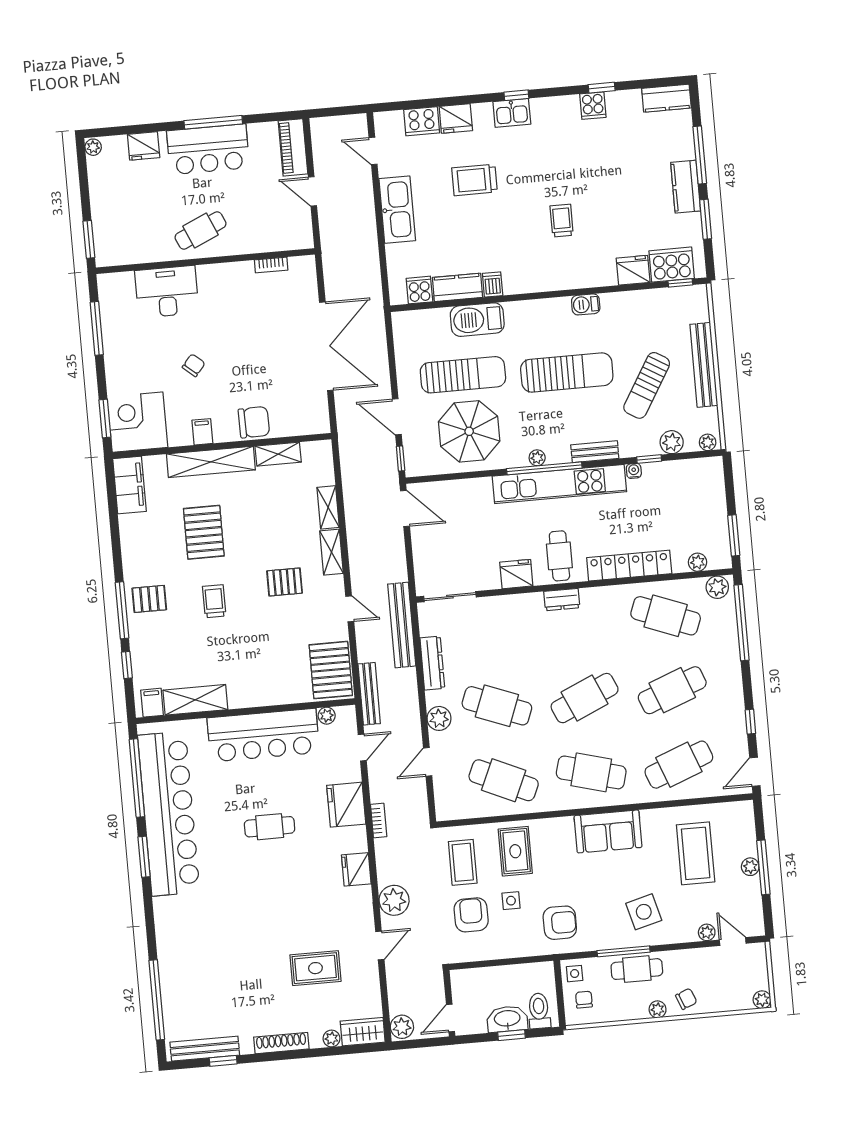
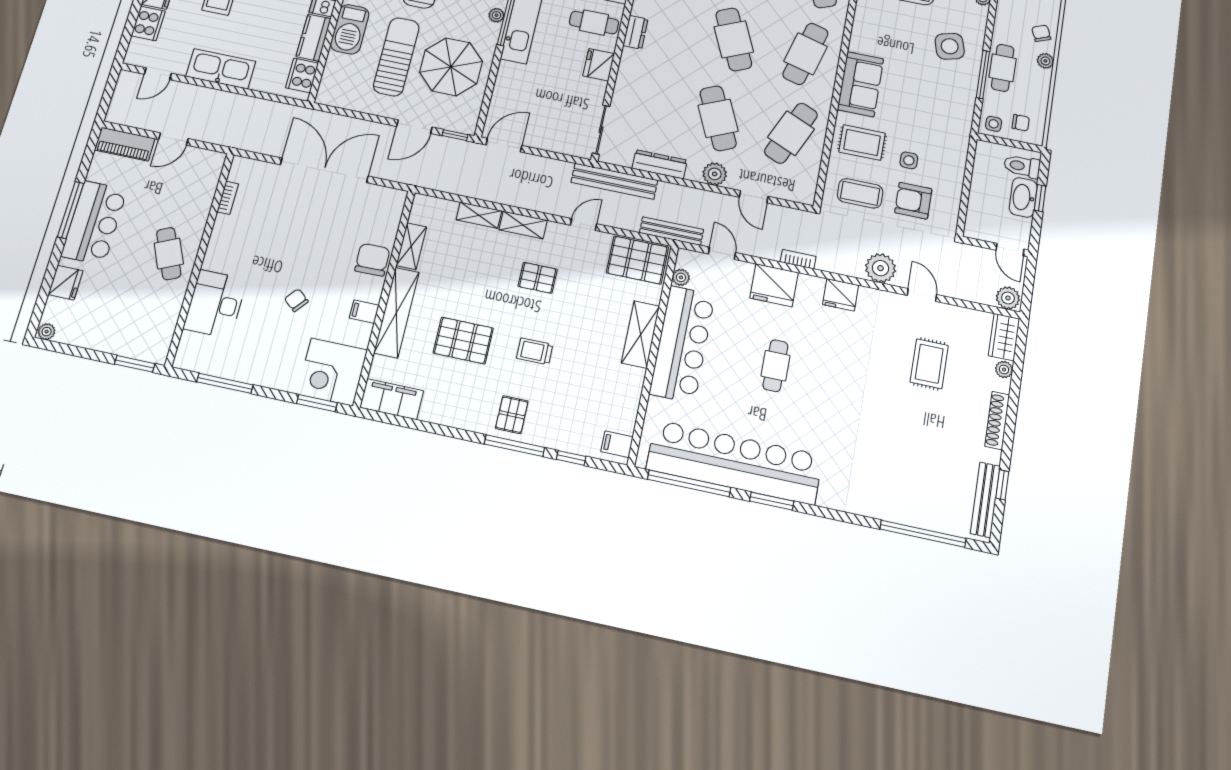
cooker: (419, 290) -> (302, 75), width x1.36
pallet: (285, 582) -> (538, 278), turned 90
shelving: (195, 700) -> (641, 334), moved
cafe table: (497, 706) -> (718, 118), turned -45
sofa: (608, 831) -> (860, 84), moved
armchair: (560, 923) -> (941, 123), removed
chair: (584, 1000) -> (1021, 123), turned 180

